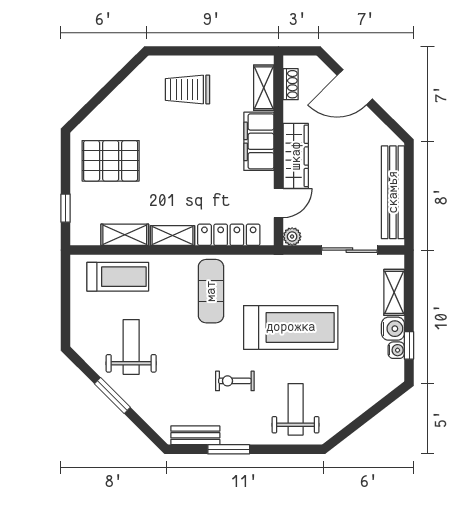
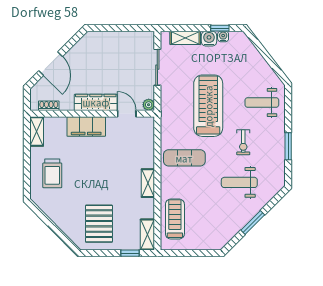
shelving: (264, 88) -> (37, 131), moved, turned 90
bench: (393, 192) -> (120, 39), removed
shelving: (125, 235) -> (147, 235), moved
locker: (229, 235) -> (147, 146), removed
weight bench: (131, 347) -> (239, 182), moved
bench: (195, 435) -> (279, 168), removed

